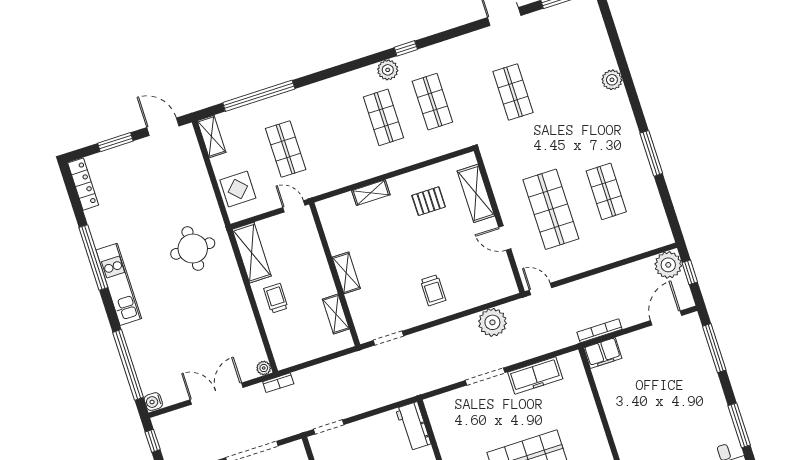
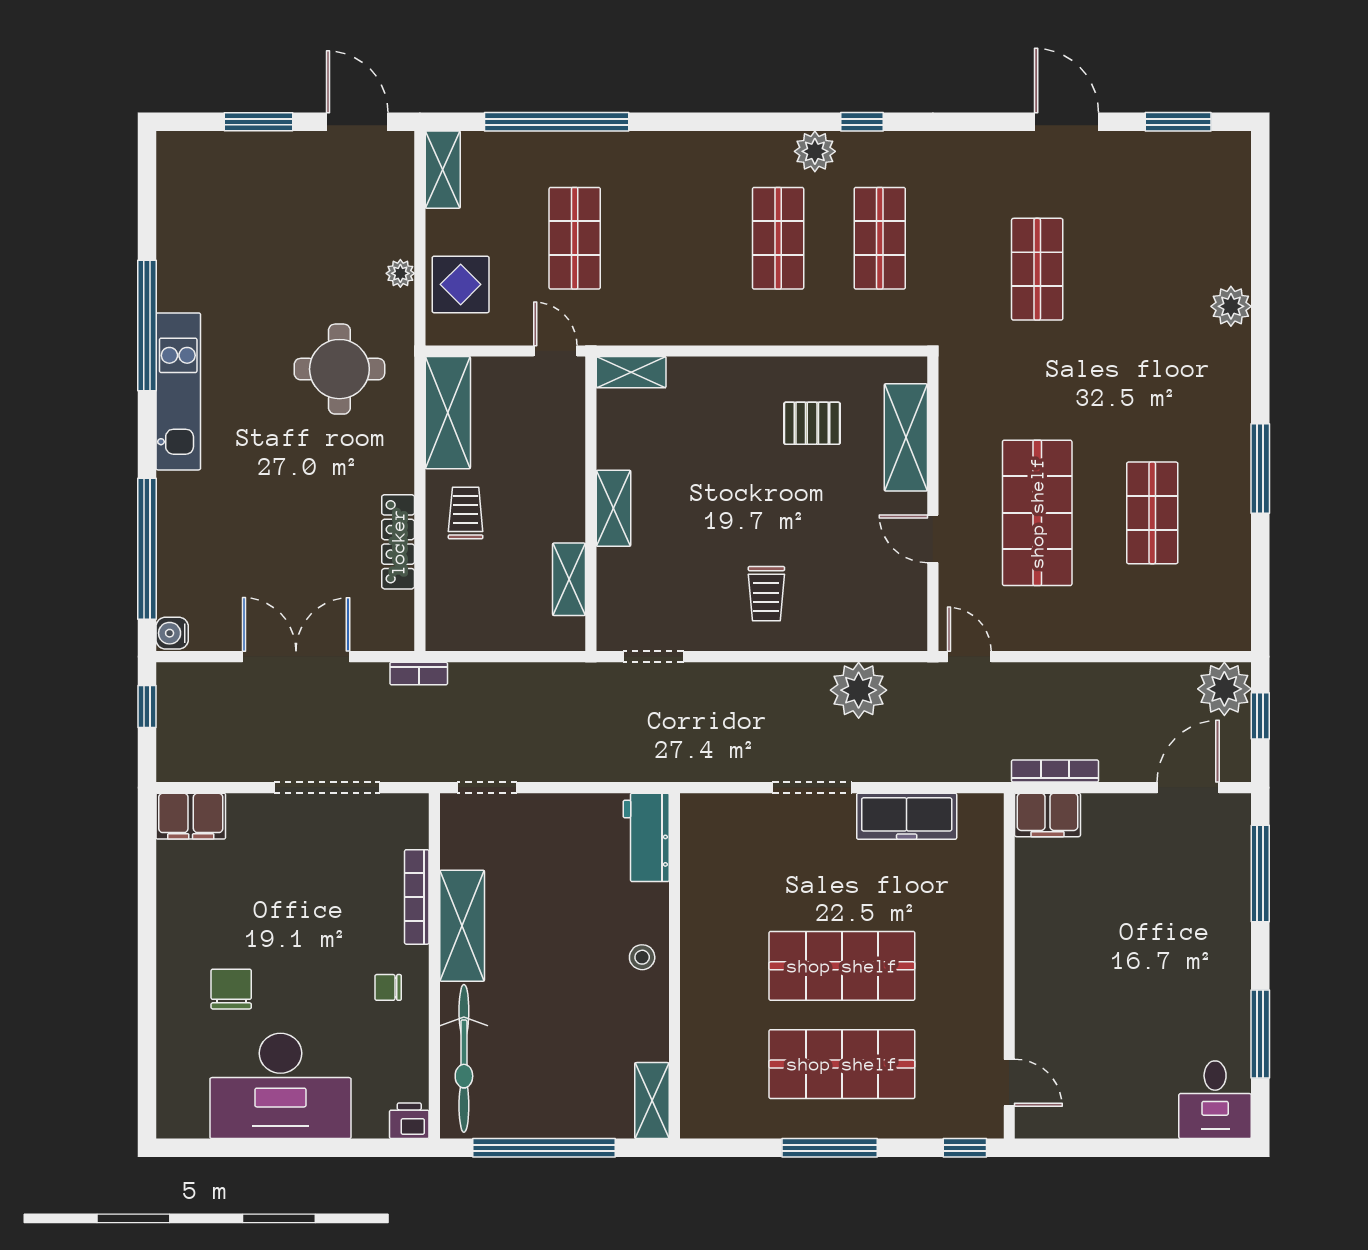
locker: (83, 184) -> (398, 542), moved, turned 180
shelving: (371, 193) -> (631, 372), moved
plant: (264, 368) -> (400, 273), moved

